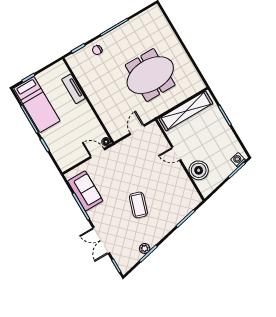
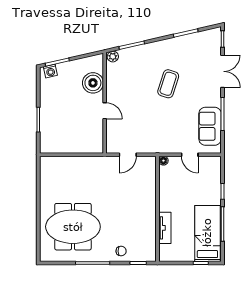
meeting table: (150, 75) -> (73, 227), moved
shelving: (186, 111) -> (72, 145), removed
door: (97, 153) -> (190, 155), moved
plant: (145, 248) -> (113, 57), moved

